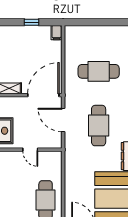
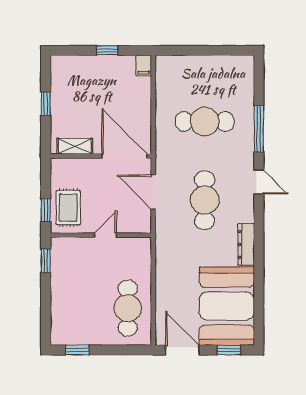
door: (43, 95) -> (124, 156), hinge flipped
door: (30, 150) -> (106, 235), swing flipped

